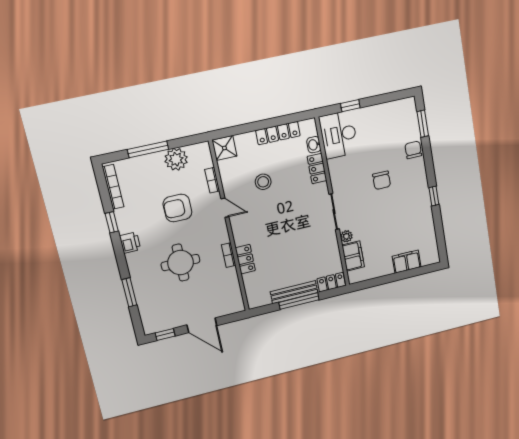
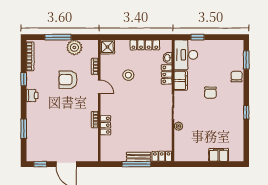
filing cabinet: (353, 256) -> (181, 81), moved
round table: (180, 263) -> (62, 117), removed
bench: (294, 292) -> (139, 157), width x0.73

